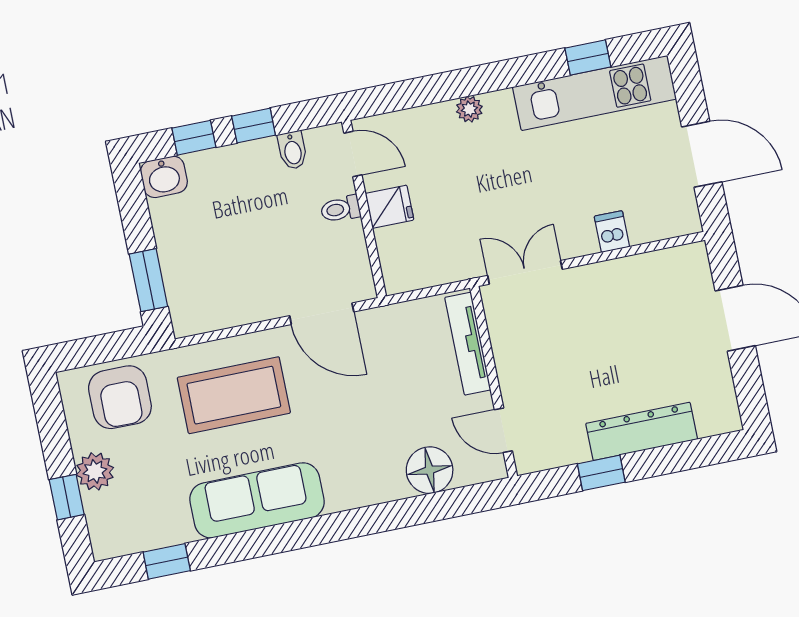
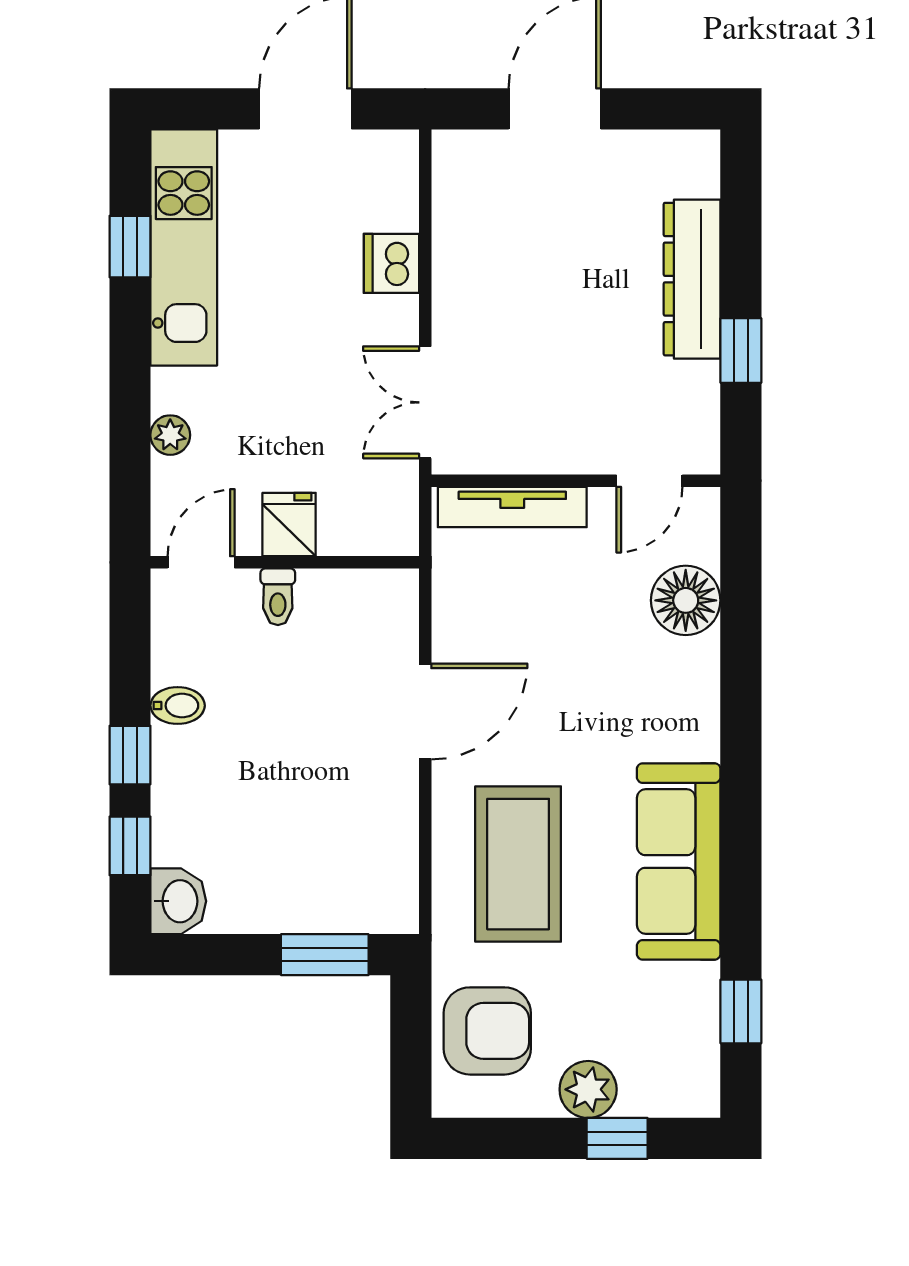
door: (353, 154) -> (201, 562), moved
fridge: (389, 207) -> (289, 525), moved
toilet: (340, 209) -> (278, 597), moved
wall: (364, 209) -> (285, 562), moved
dishwasher: (612, 232) -> (391, 263), width x1.38

